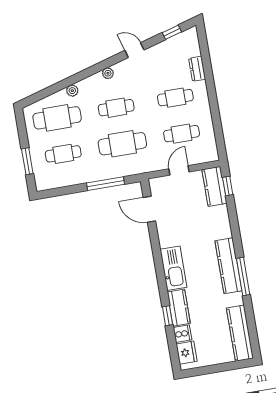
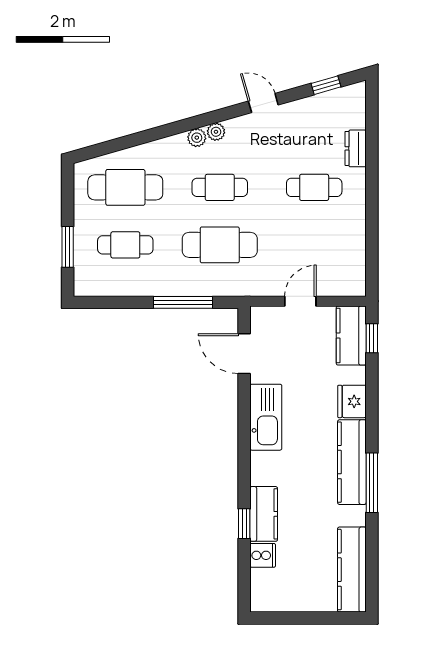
plant: (72, 91) -> (197, 138), moved
cafe table: (182, 134) -> (314, 245), removed
kitchen sink: (173, 268) -> (266, 417), moved
fridge: (187, 353) -> (352, 401), moved, turned 180

